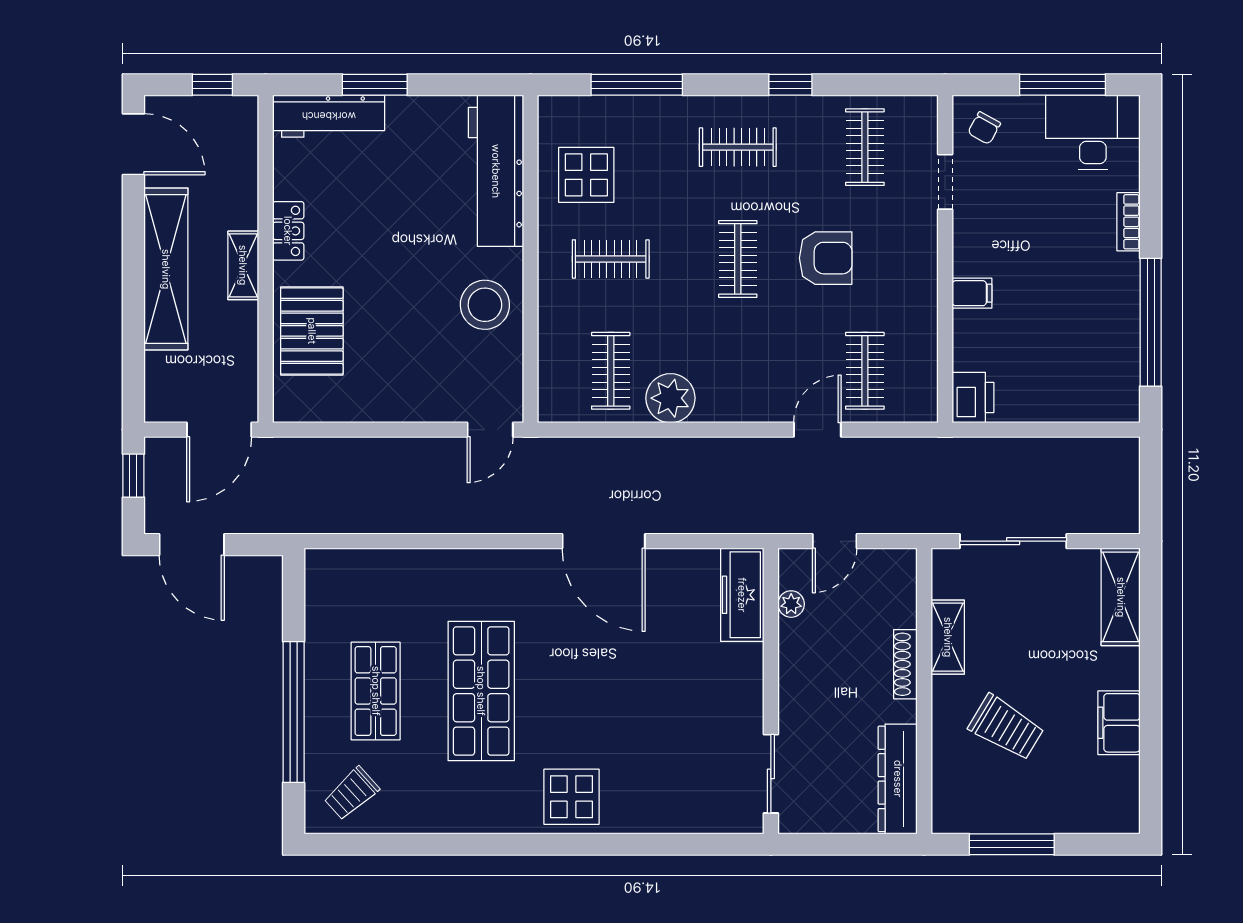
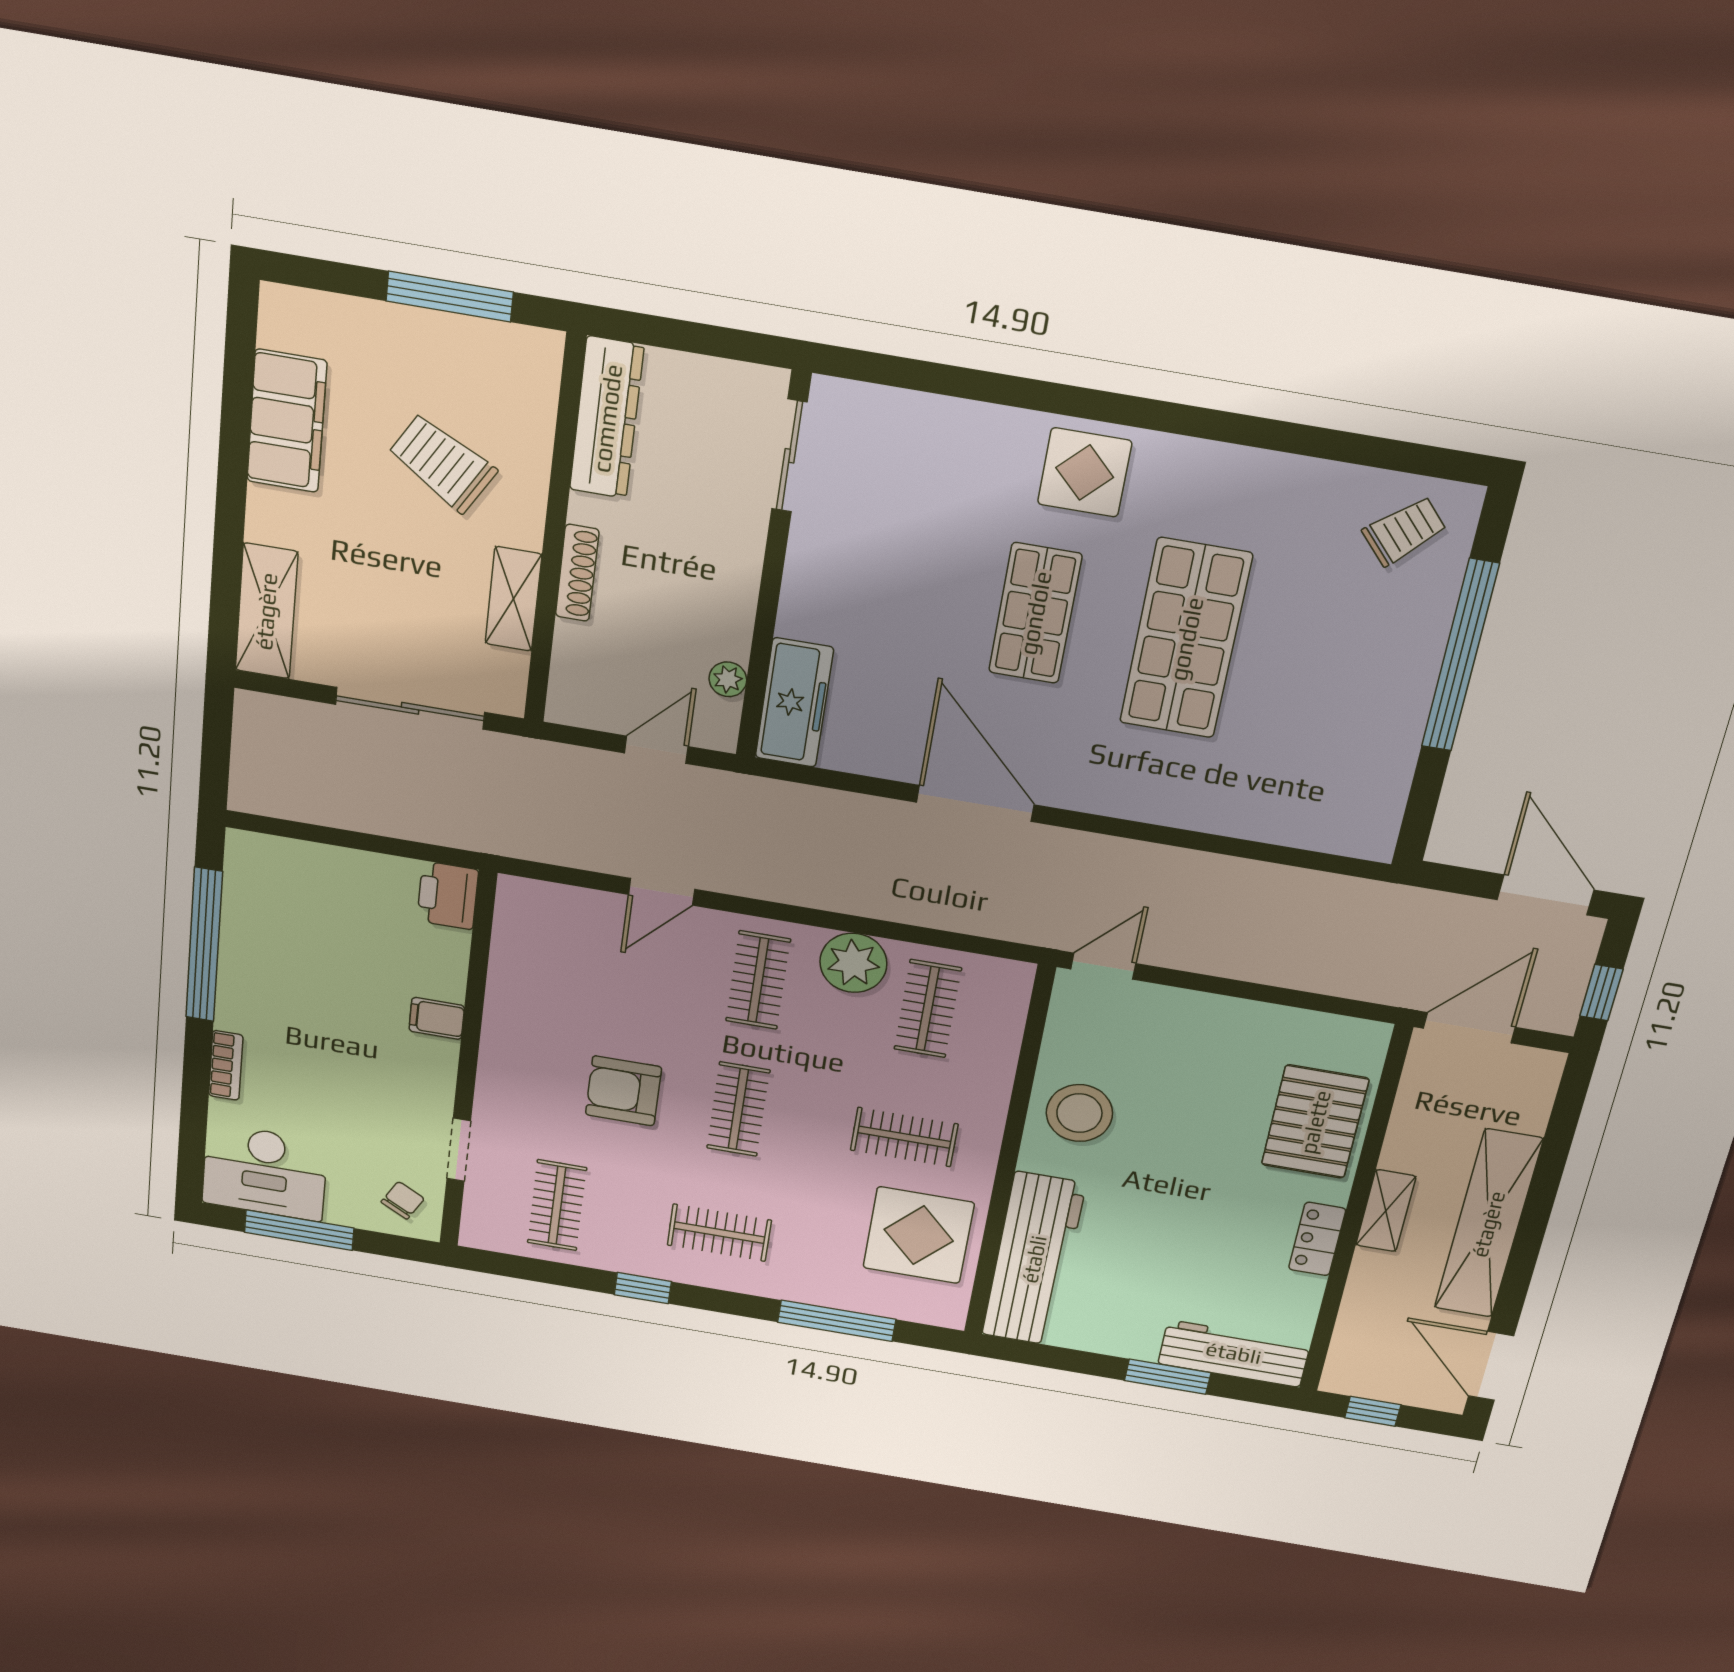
display table: (586, 175) -> (919, 1235), width x1.36, depth x1.36
clothes rail: (865, 371) -> (758, 980), moved
shop shelf: (376, 691) -> (1035, 613), moved
filing cabinet: (1119, 723) -> (287, 421), width x1.50, depth x1.17

